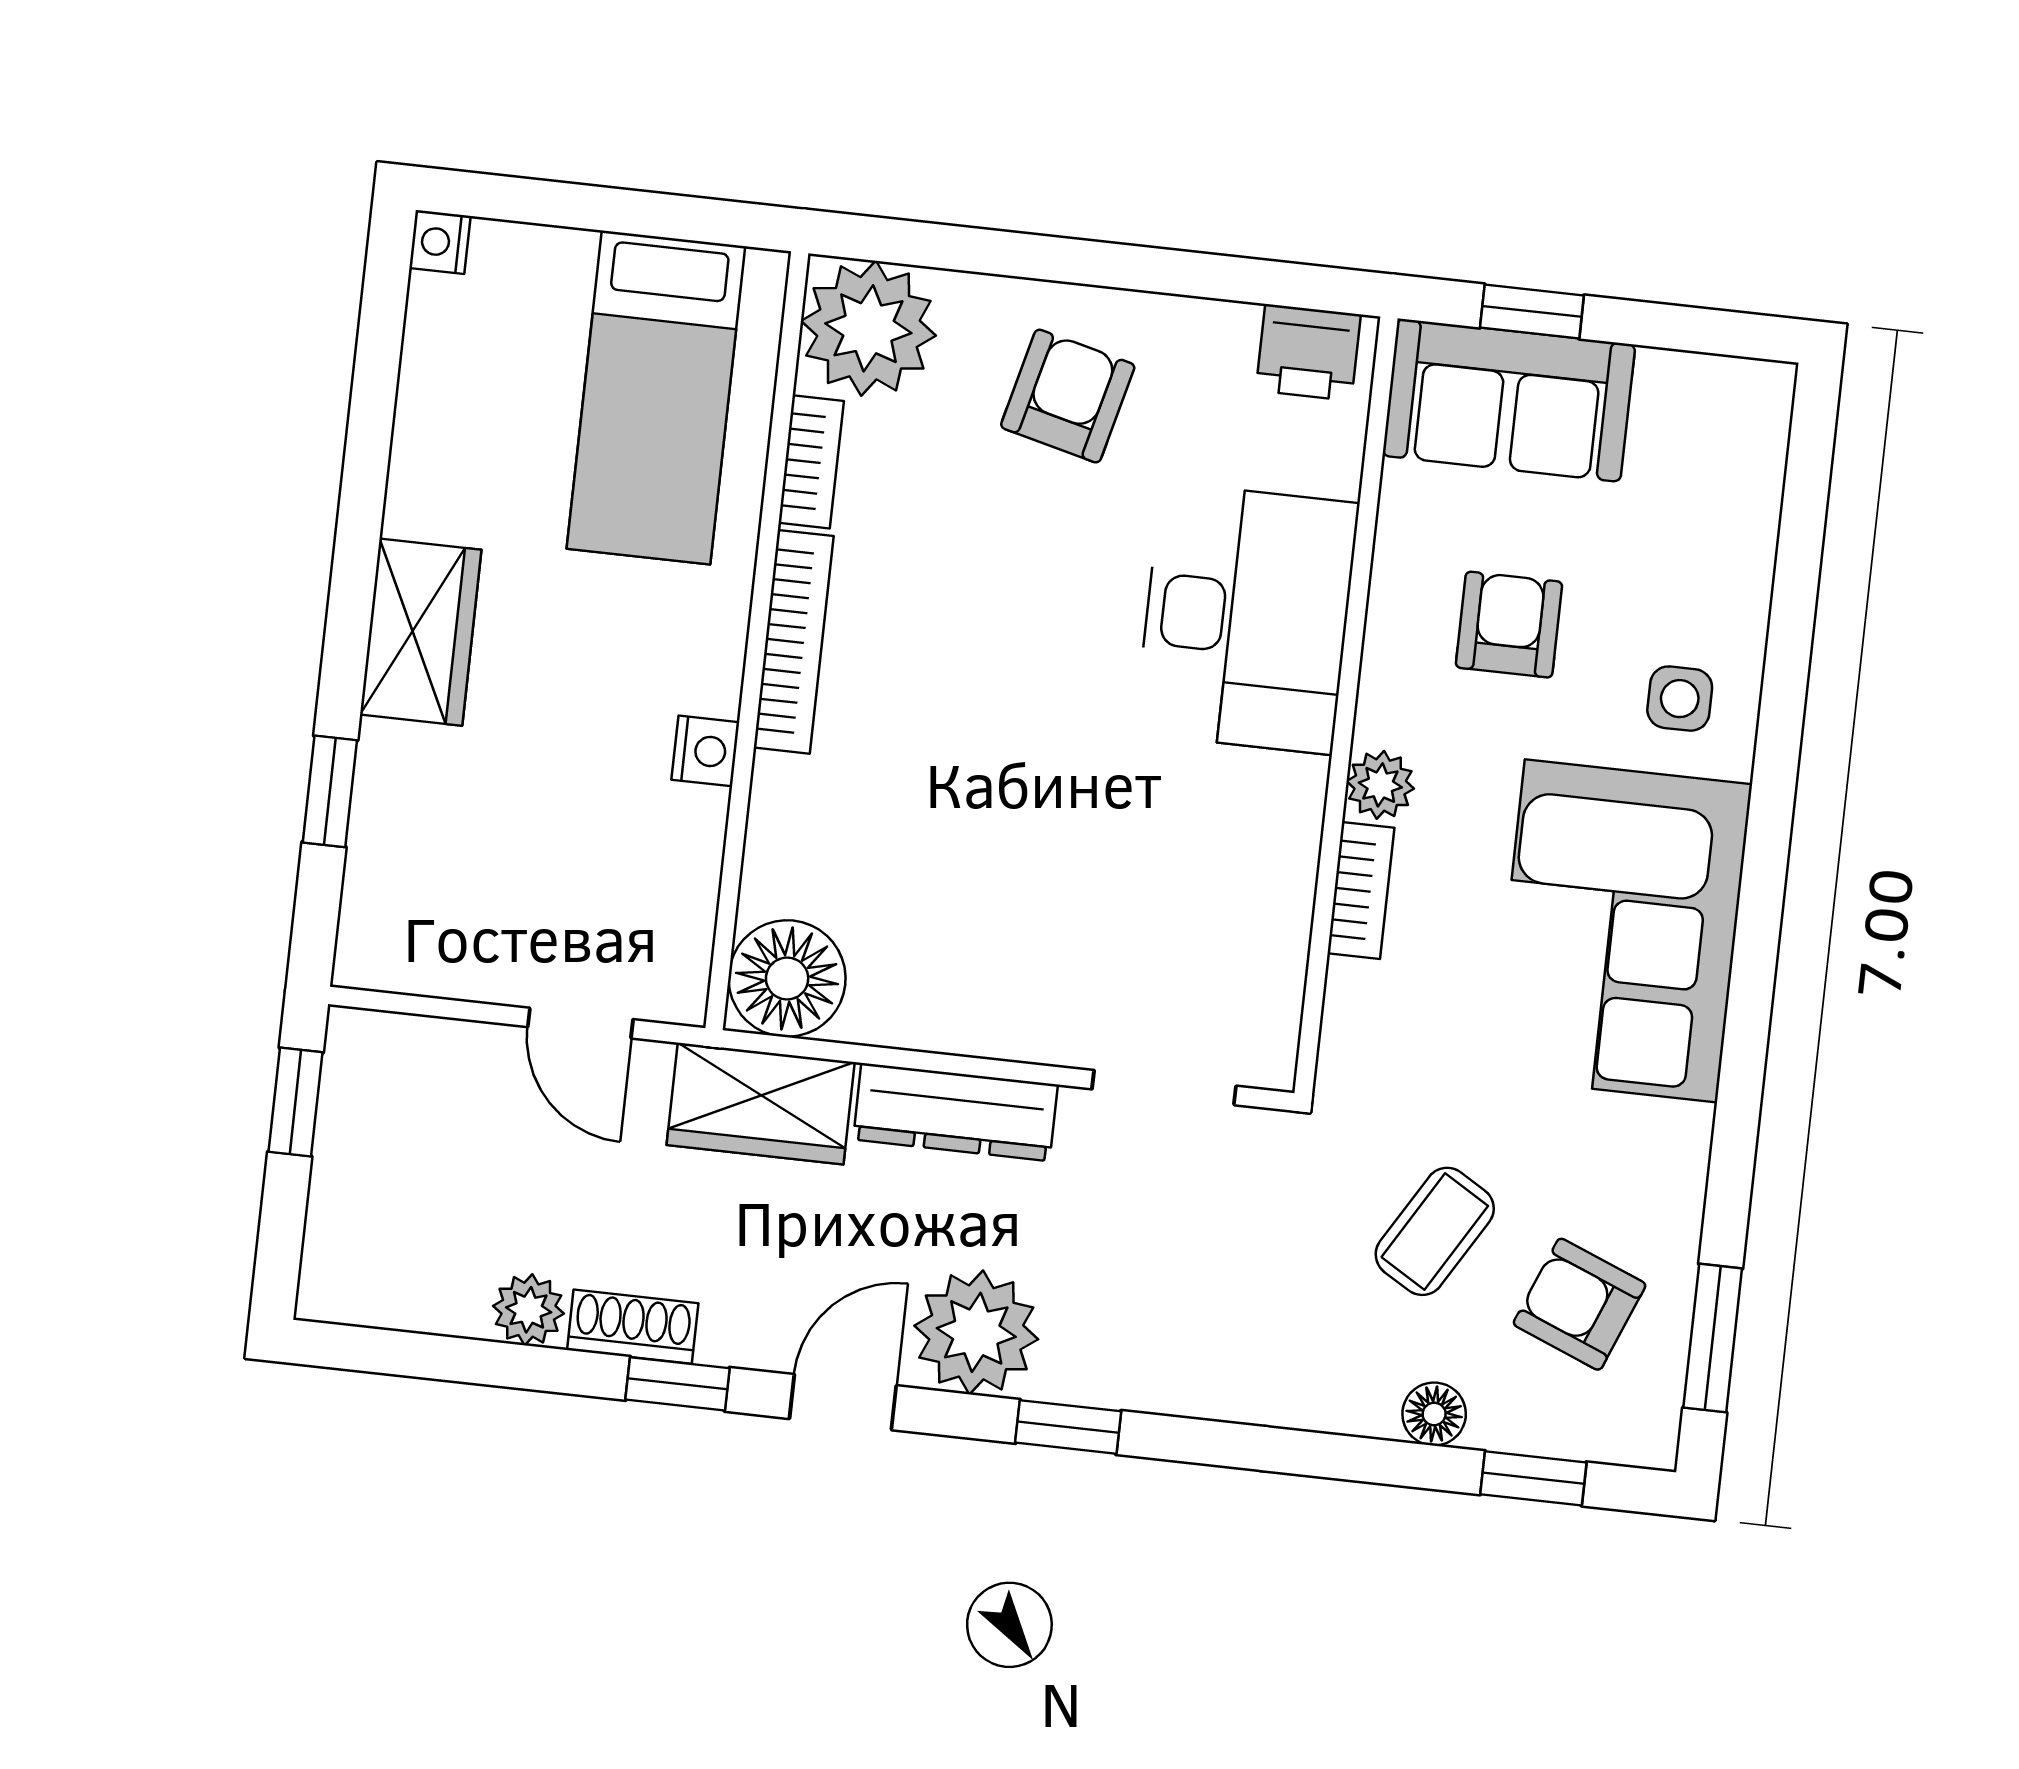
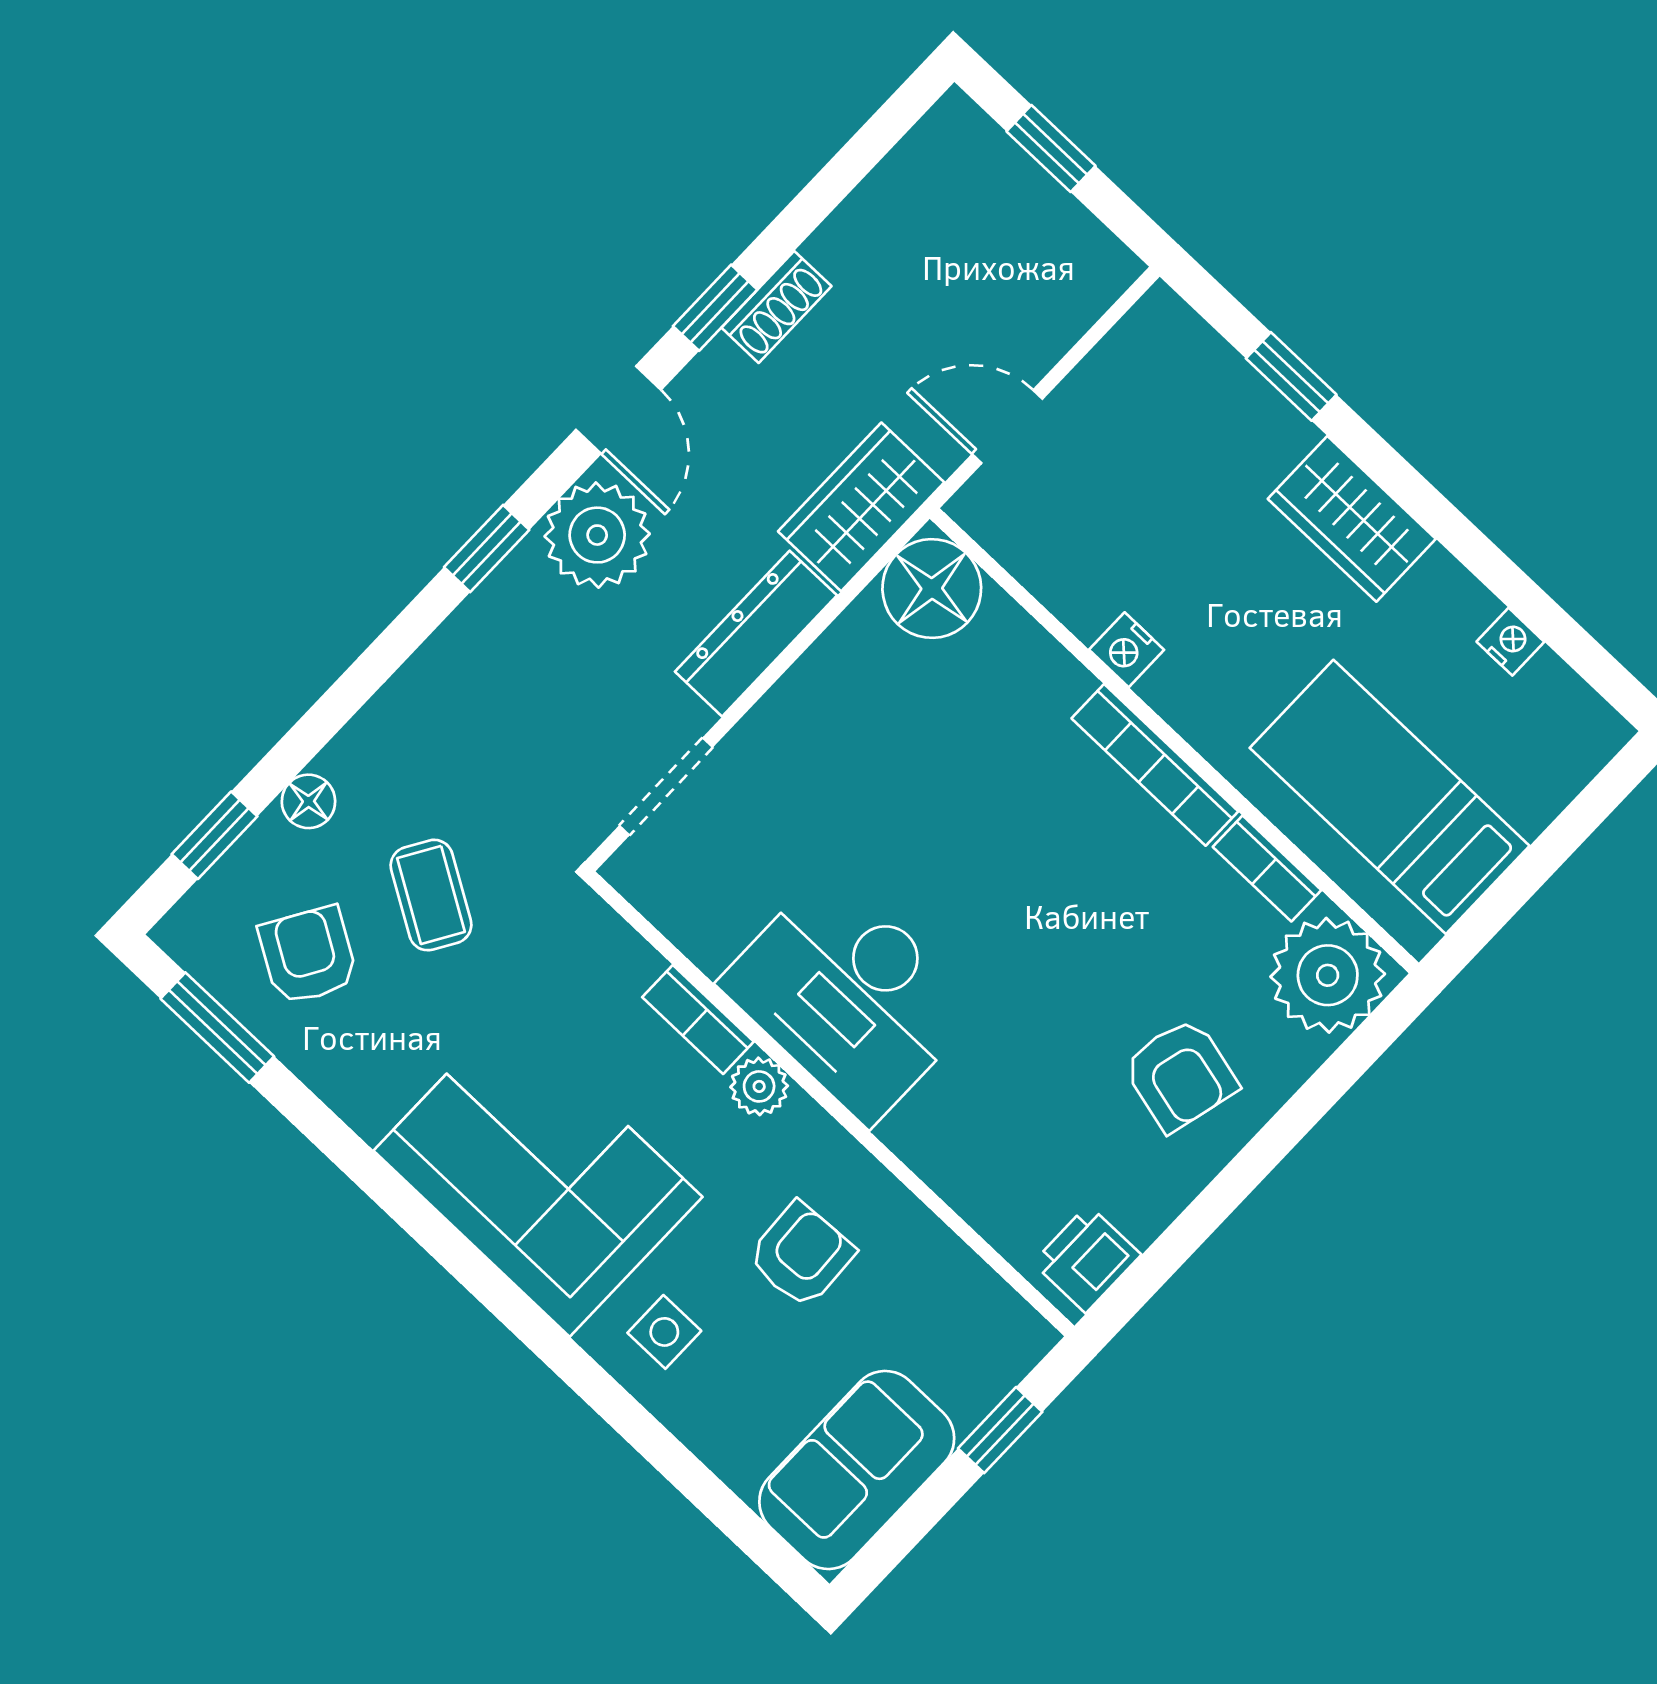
nightstand: (440, 242) -> (1510, 642), moved
sofa: (1509, 400) -> (857, 1470), moved
desk: (1247, 618) -> (849, 996), moved
armchair: (1509, 625) -> (801, 1255), turned -93
window: (296, 1102) -> (1051, 149), moved
armchair: (1580, 1304) -> (308, 955), turned -81
plant: (529, 1310) -> (841, 245), removed

